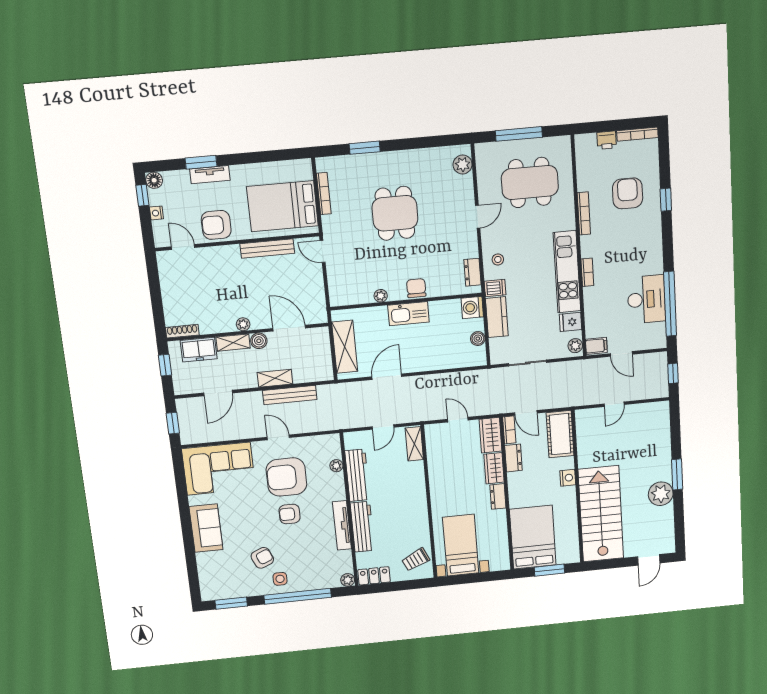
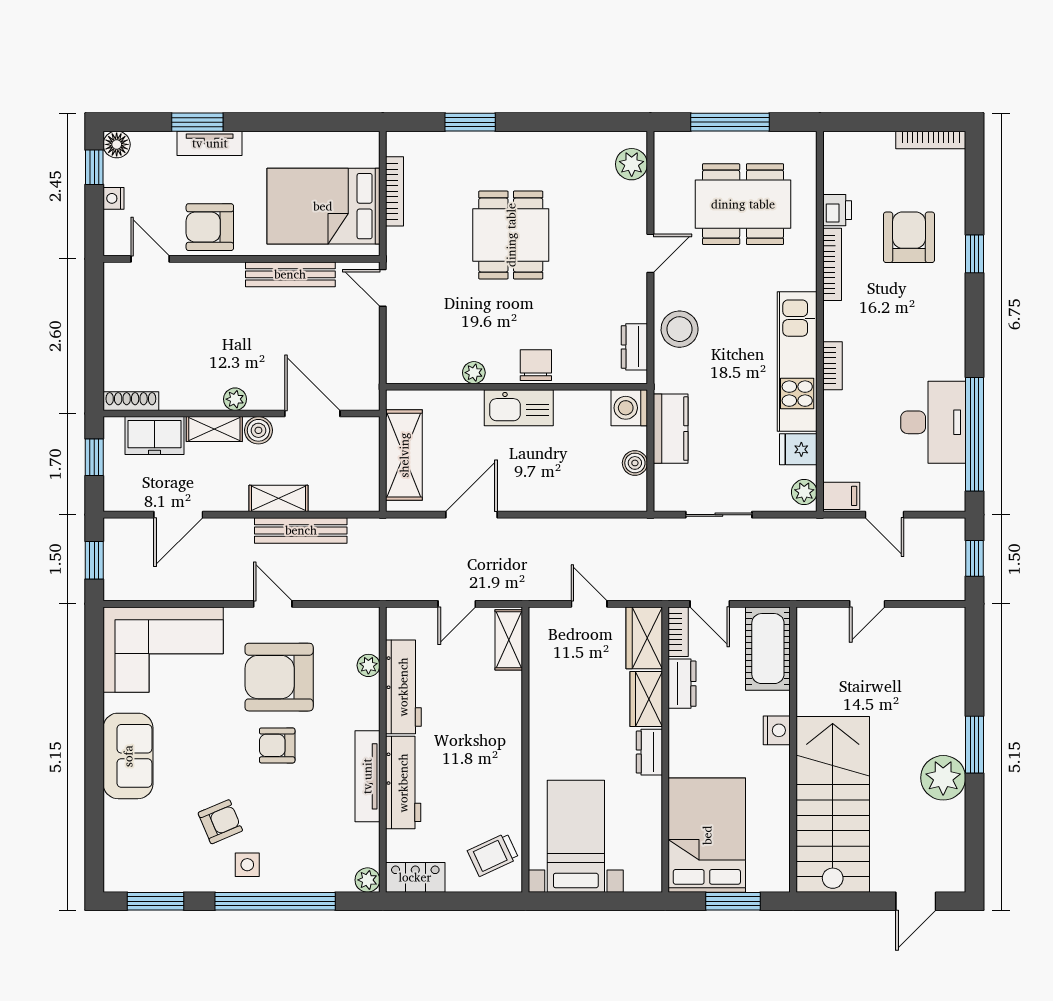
printer: (607, 140) -> (837, 210), moved, turned -90
stool: (498, 259) -> (680, 329), width x1.89, depth x1.89
dishwasher: (495, 288) -> (671, 378), removed

